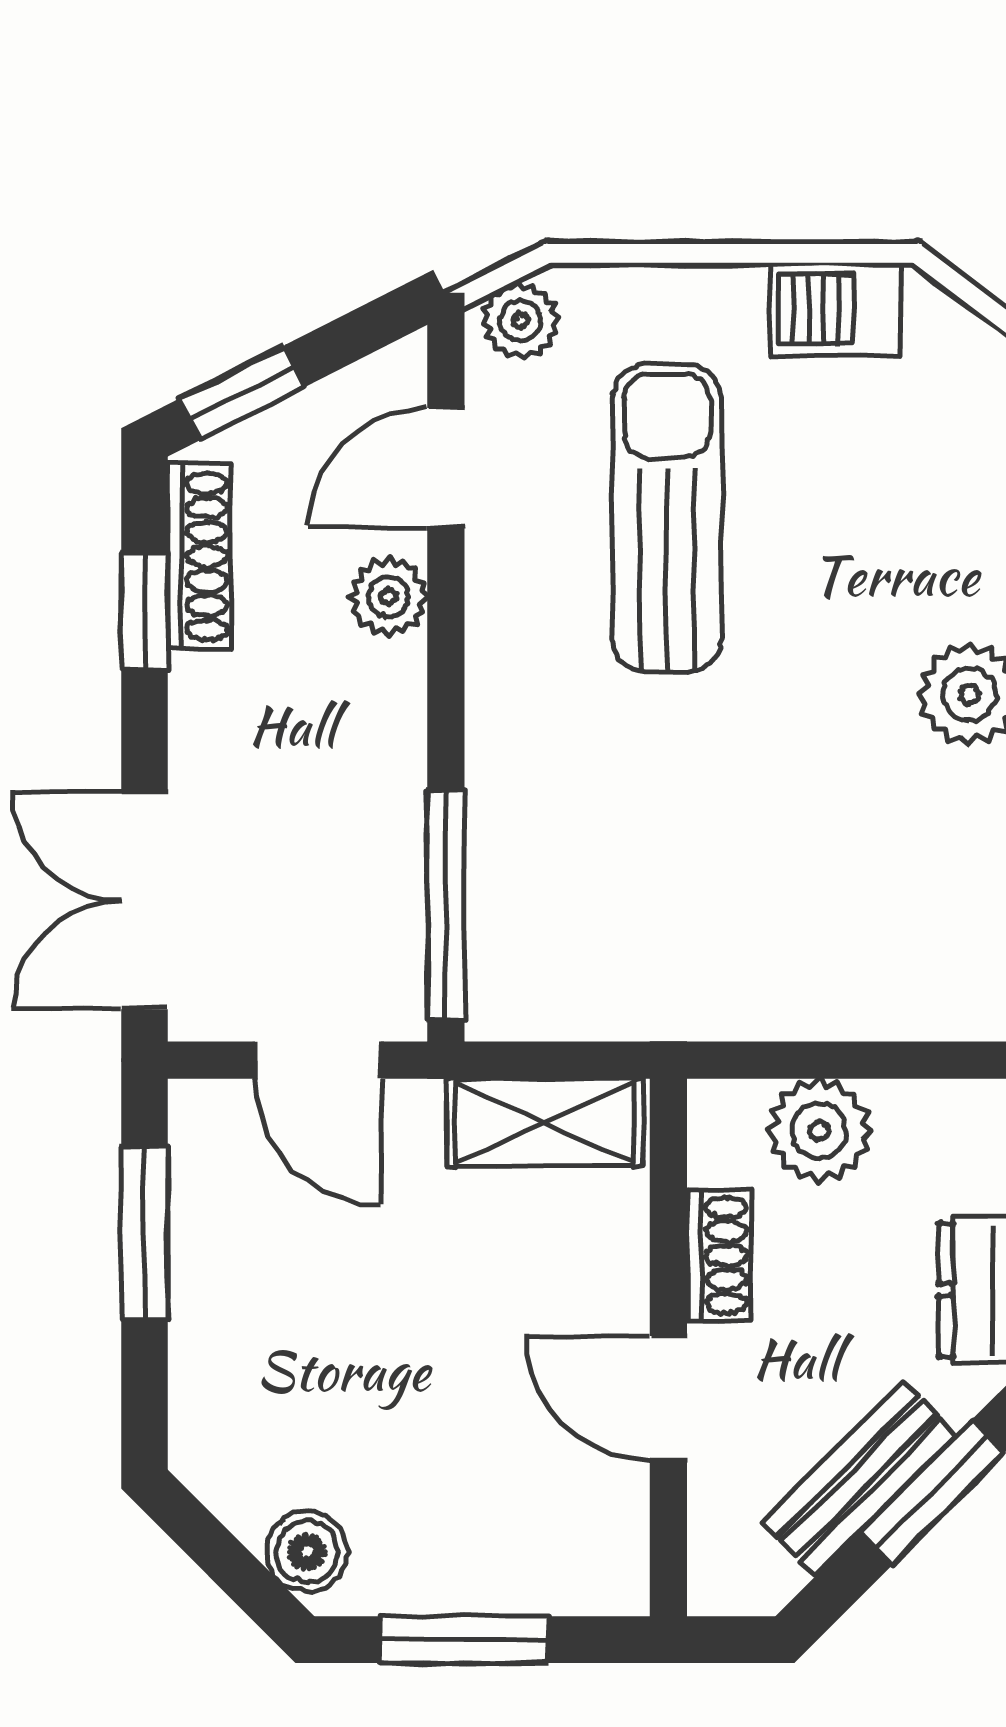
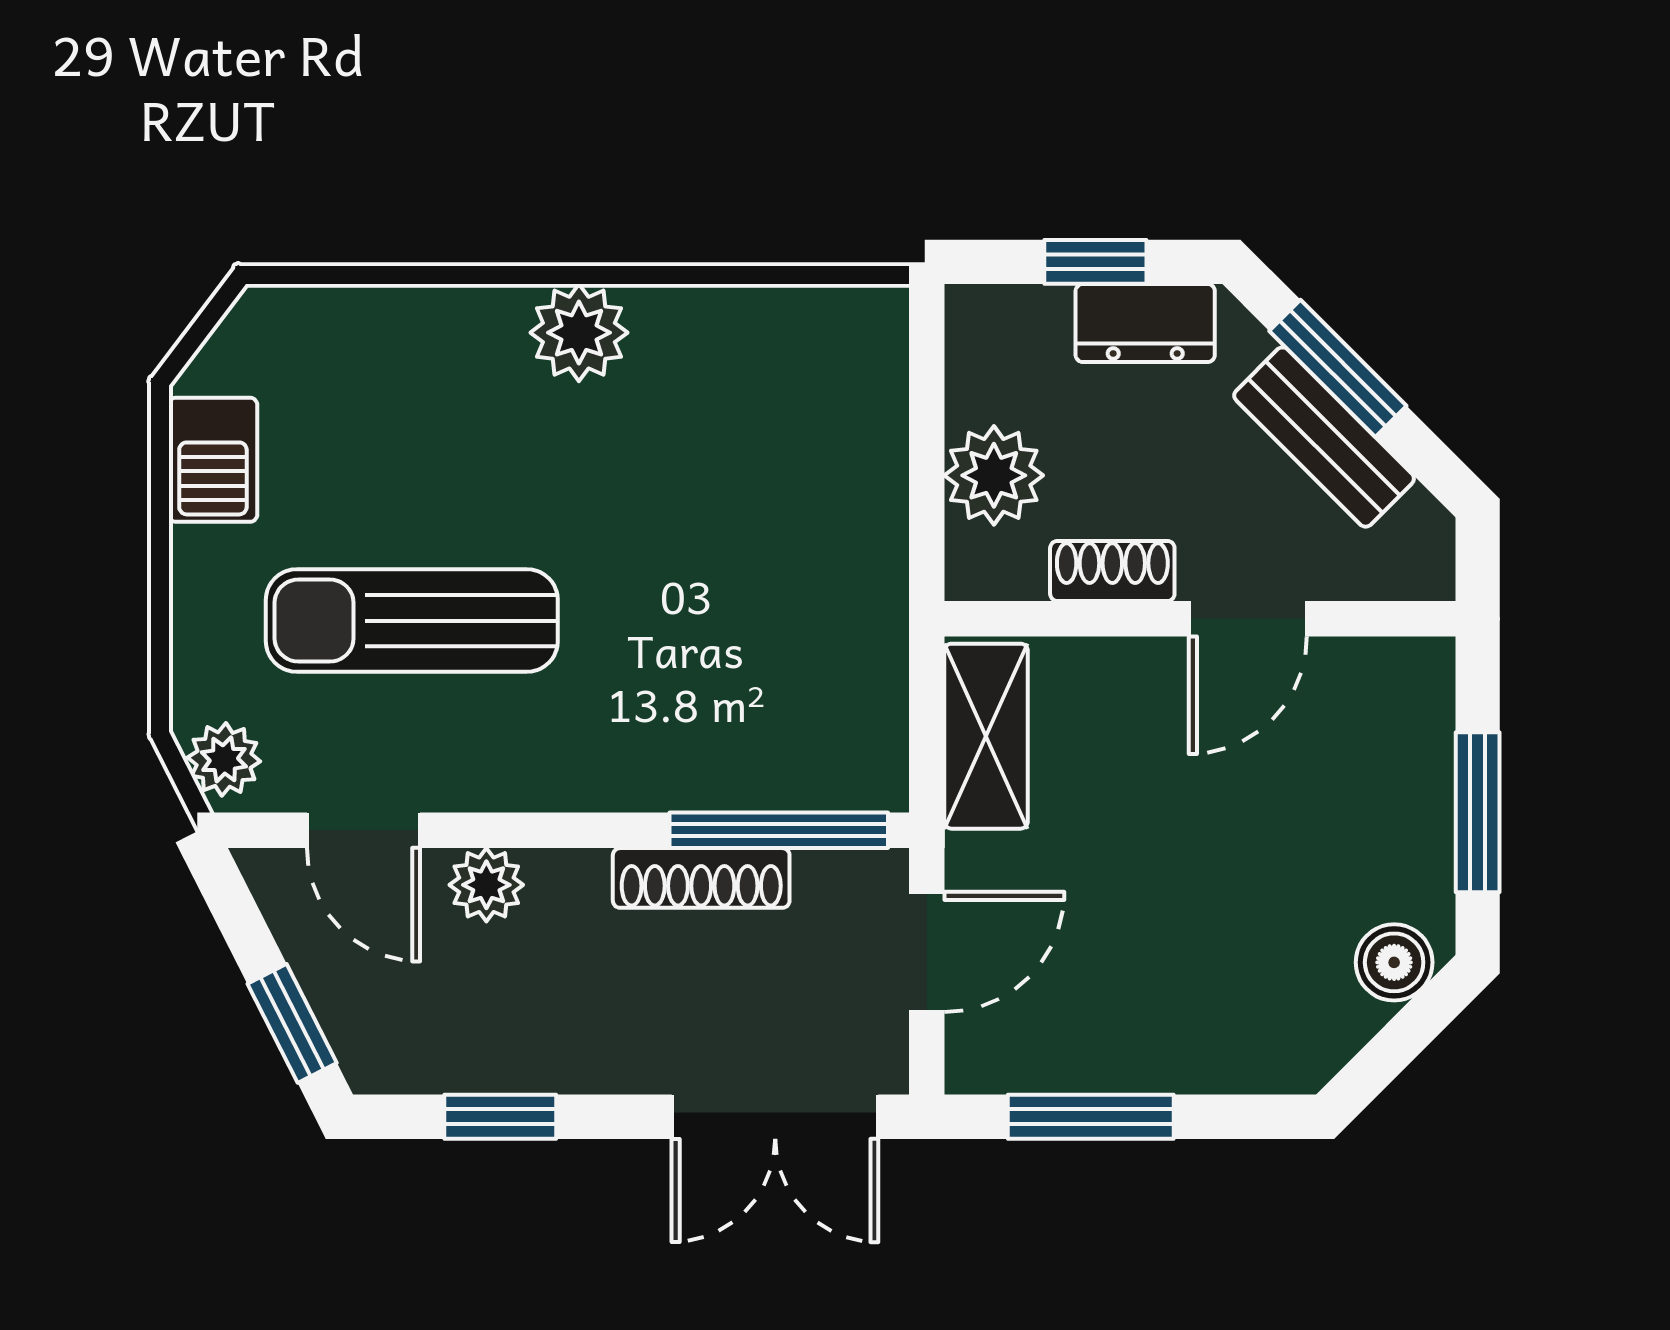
shoe rack: (199, 557) -> (701, 878), moved, turned 180

